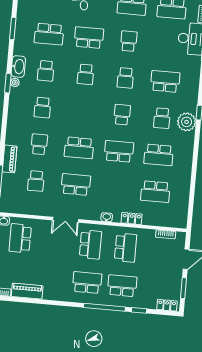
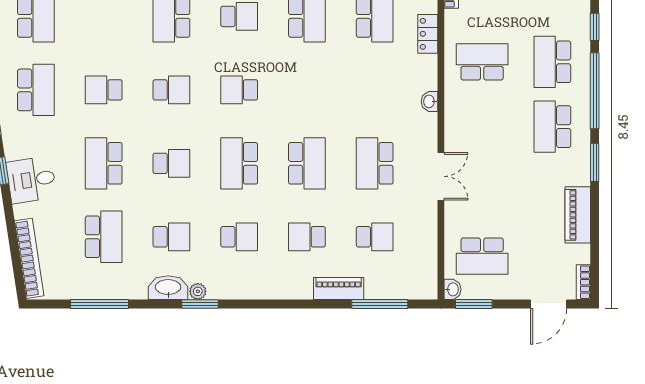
window: (13, 29) -> (99, 304), width x1.44
school desk: (119, 151) -> (239, 163), moved
locker: (132, 218) -> (428, 34), moved
school desk: (90, 245) -> (482, 127), removed
piano: (27, 291) -> (578, 215), moved
window: (66, 304) -> (595, 162), added

